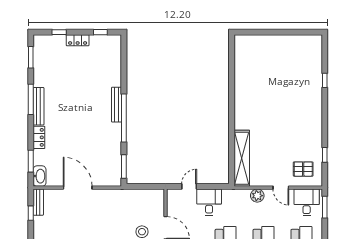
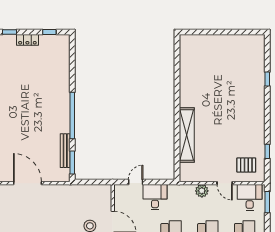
bench: (117, 105) -> (65, 151), moved
shelving: (242, 158) -> (187, 135), moved

